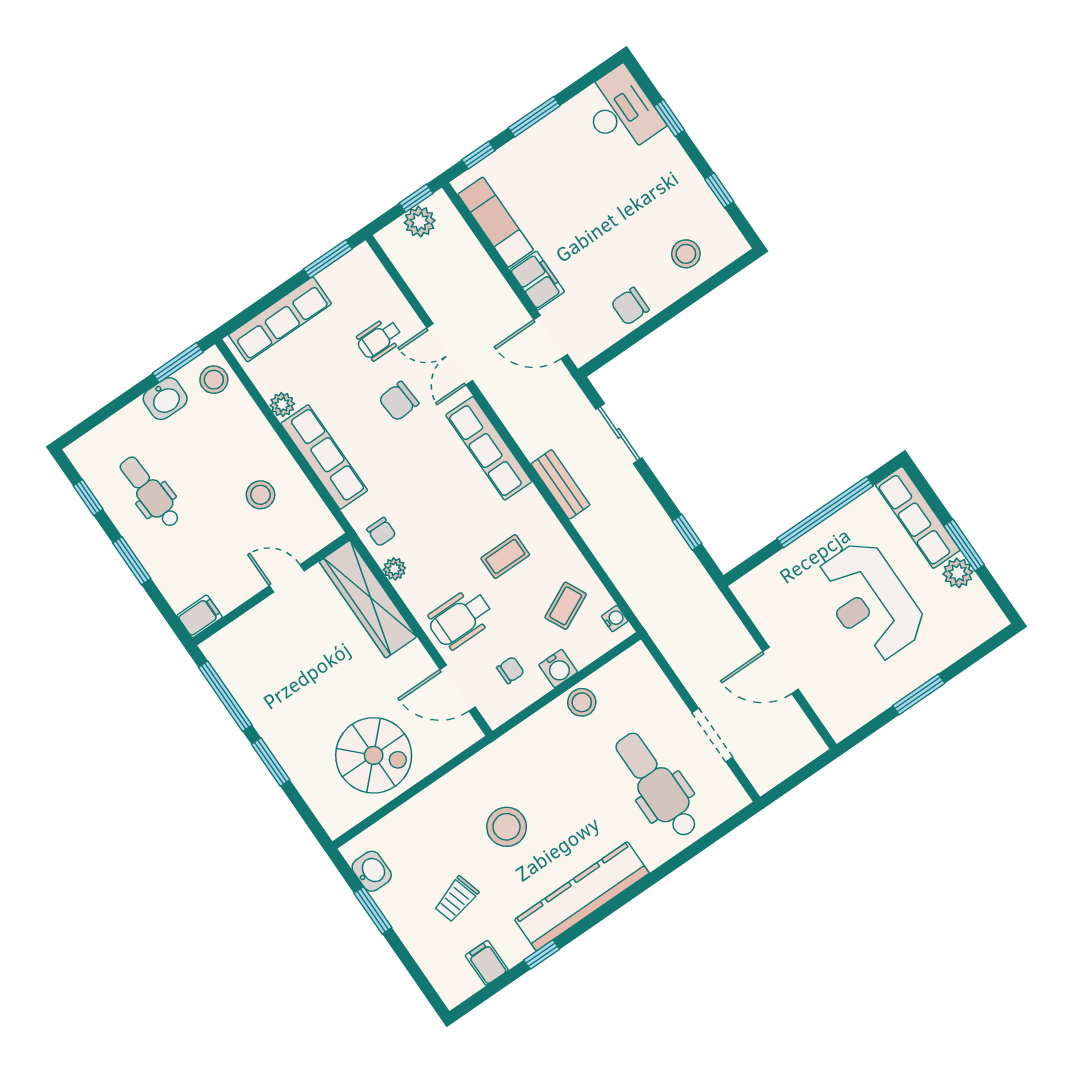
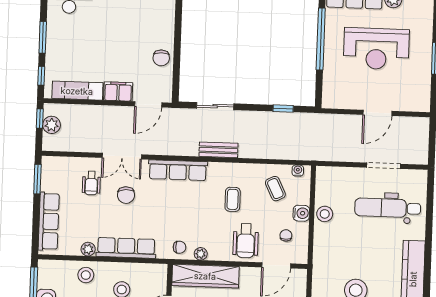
stool: (686, 254) -> (156, 15), removed
stool: (214, 380) -> (86, 275), moved

